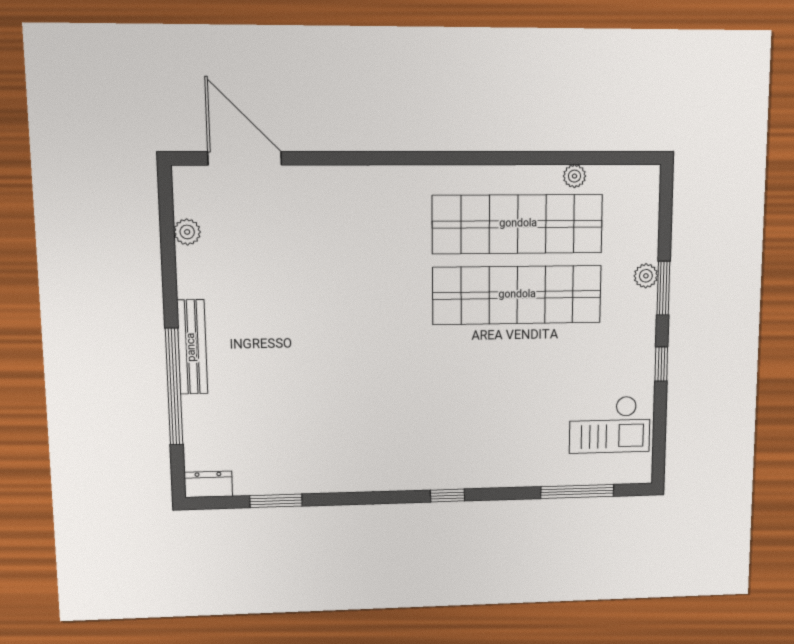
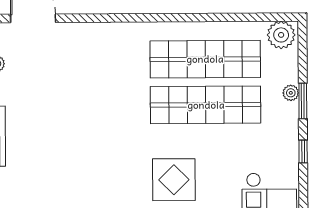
plant: (574, 176) -> (281, 35), moved, width x1.88, depth x1.88
display table: (468, 409) -> (174, 180), added

